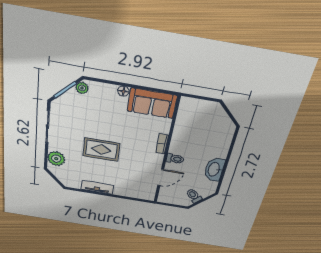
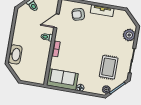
rug: (101, 150) -> (109, 67), moved, turned 90
washbasin: (214, 169) -> (15, 54), moved
armchair: (130, 184) -> (78, 14), added

